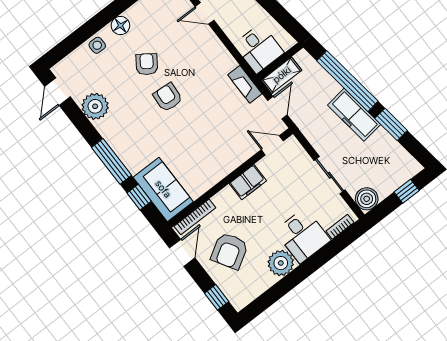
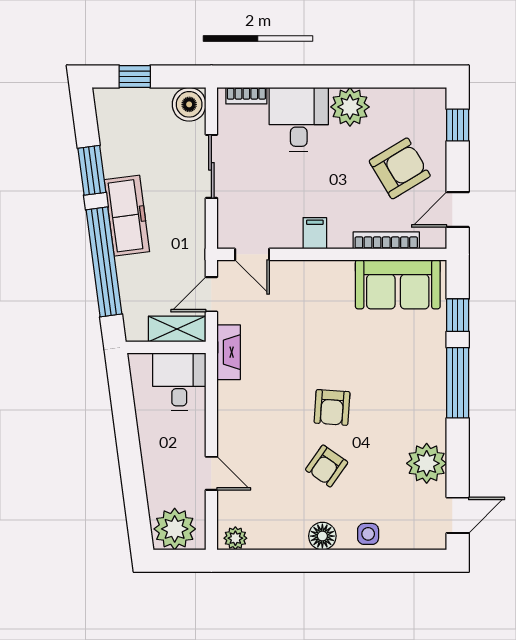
filing cabinet: (248, 182) -> (315, 233), width x0.50
sofa: (163, 189) -> (398, 284), moved, turned -90
bookcase: (195, 217) -> (386, 240), moved

